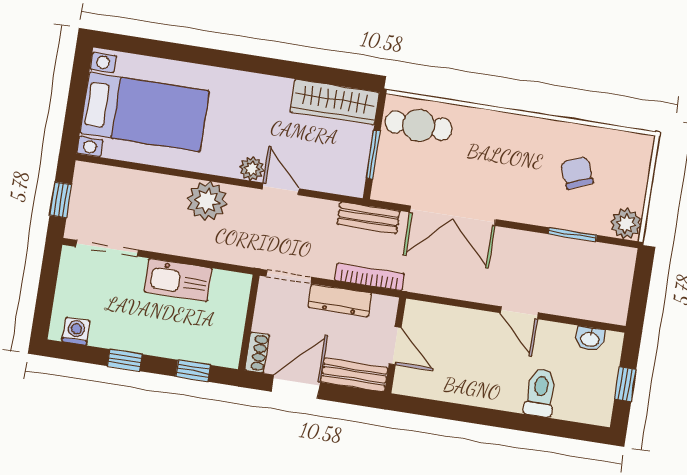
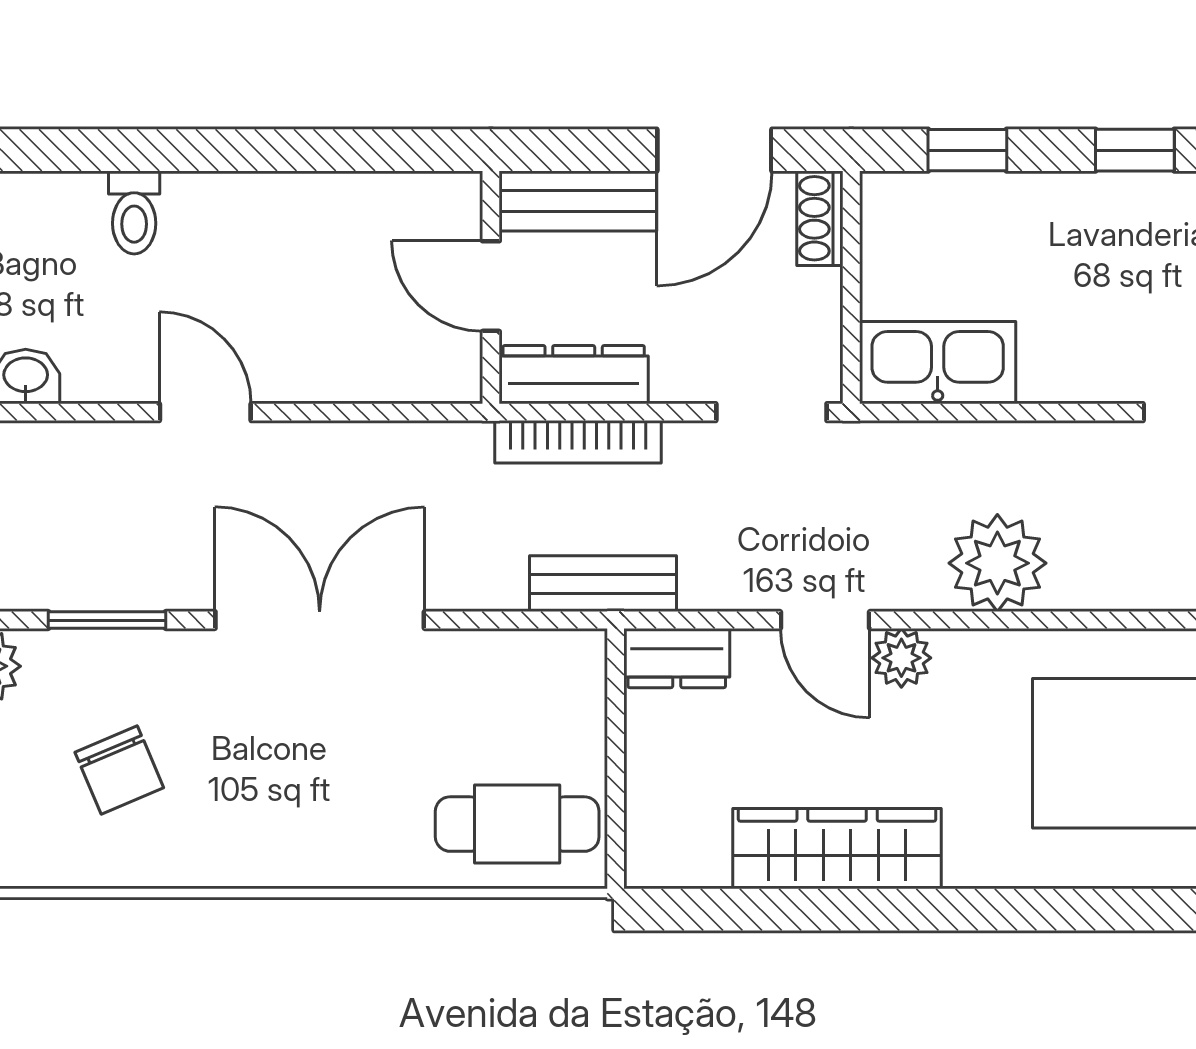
wardrobe: (335, 102) -> (837, 849), moved
window: (373, 154) -> (616, 737), removed
dresser: (343, 183) -> (677, 658), added
double door: (453, 216) -> (320, 620), moved
kitchen sink: (178, 280) -> (938, 363), moved
dresser: (340, 300) -> (574, 375), moved
toilet: (540, 393) -> (134, 212), width x0.73, depth x0.72

